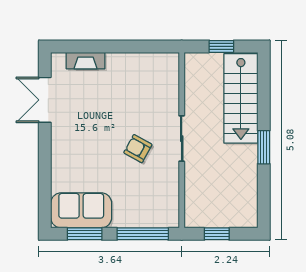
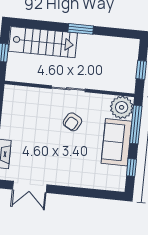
sofa: (81, 210) -> (116, 142), moved
plant: (164, 213) -> (122, 107), added
window: (85, 234) -> (131, 167), width x0.67

